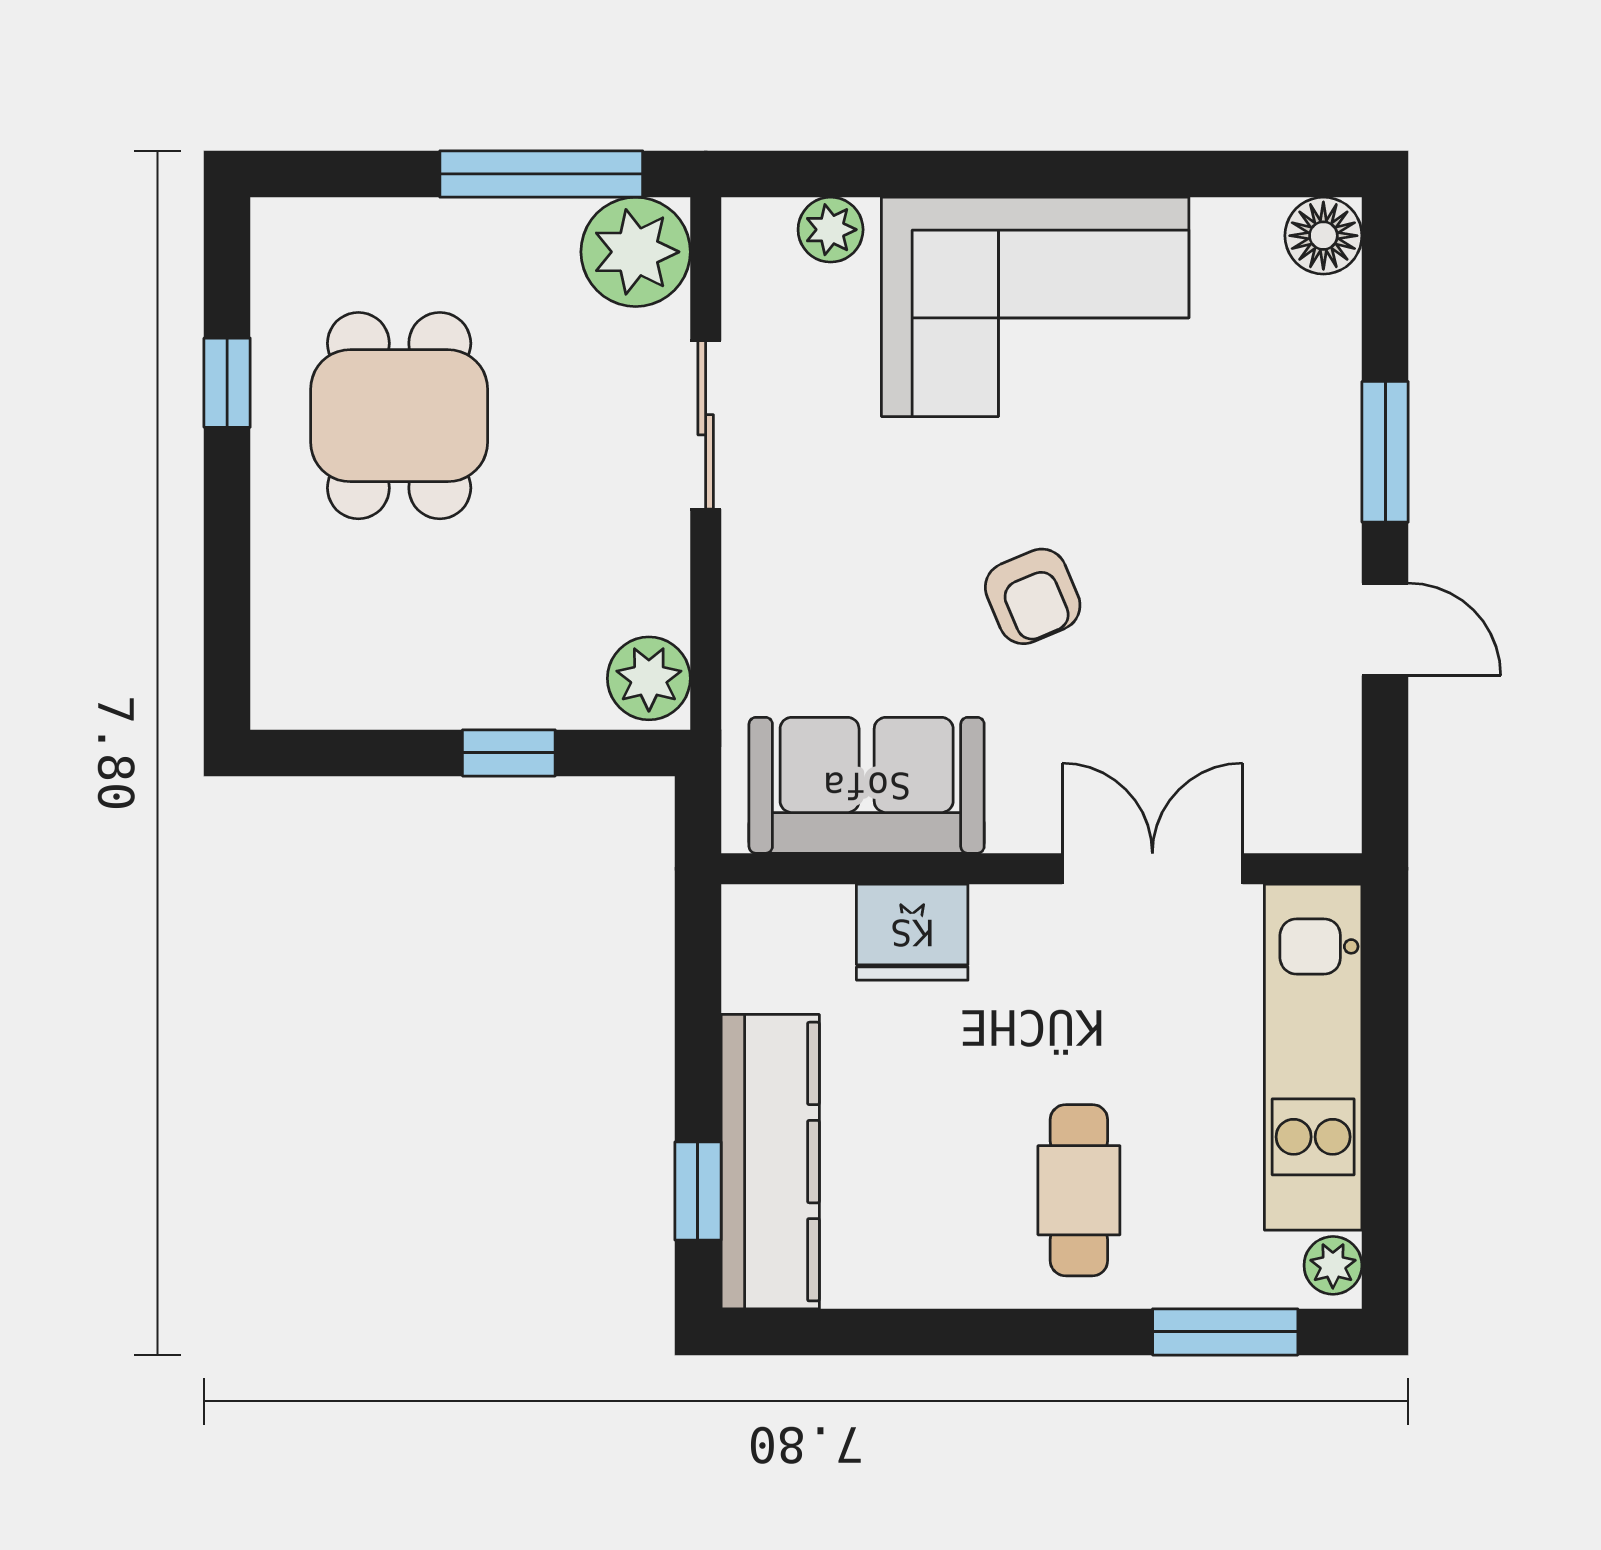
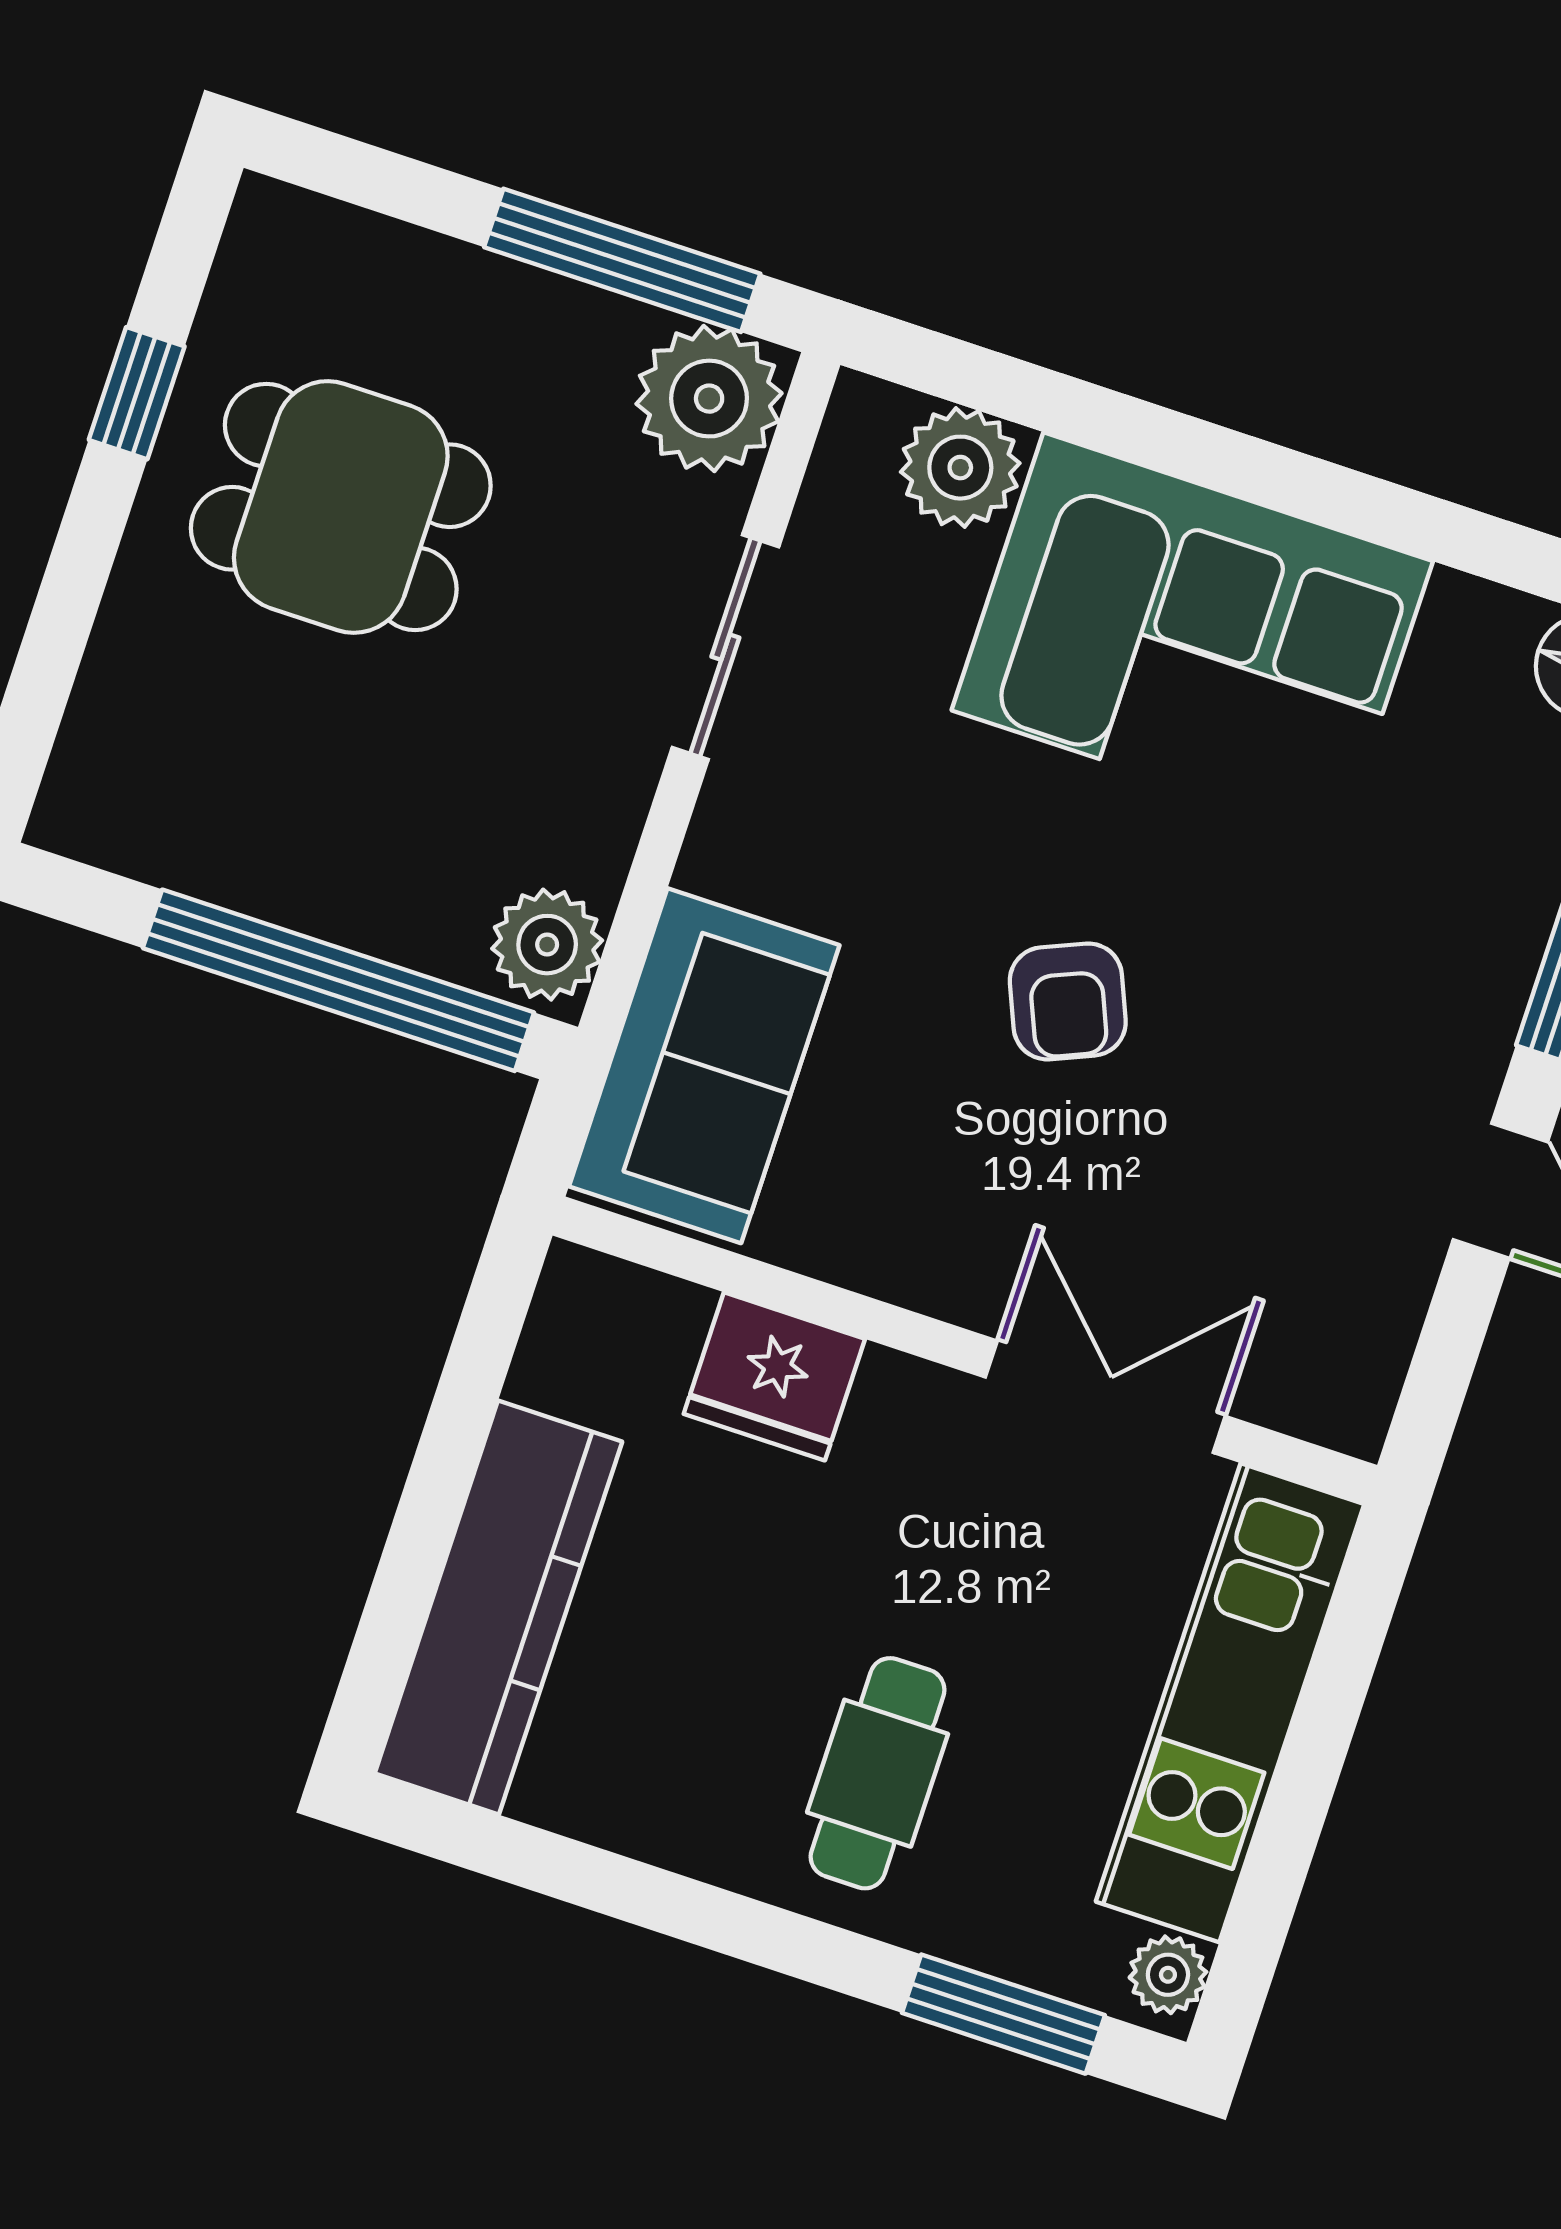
plant: (831, 230) -> (960, 468), width x1.38, depth x1.38
dining table: (399, 416) -> (341, 507), turned 90
window: (509, 753) -> (338, 980), width x3.17
sofa: (867, 785) -> (704, 1066), moved, turned 90
window: (698, 1191) -> (395, 1615), removed

